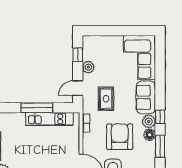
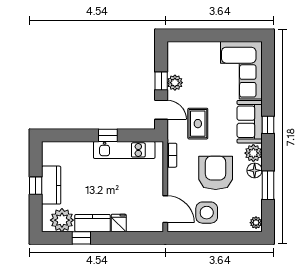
window: (78, 55) -> (161, 81), moved
door: (78, 88) -> (161, 110), swing flipped
window: (37, 108) -> (108, 135), width x0.46
window: (160, 117) -> (268, 125), moved

